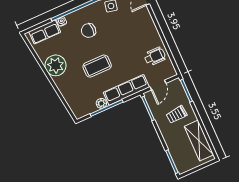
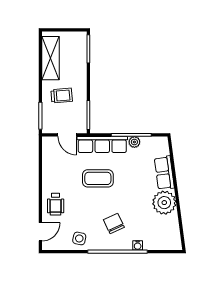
chair: (89, 30) -> (114, 223), turned -115
row of seats: (45, 32) -> (164, 173), moved, turned -98
wheelchair: (155, 56) -> (56, 204), moved, turned -90
coffee table: (97, 66) -> (98, 178), moved
door: (158, 85) -> (67, 135), swing flipped

